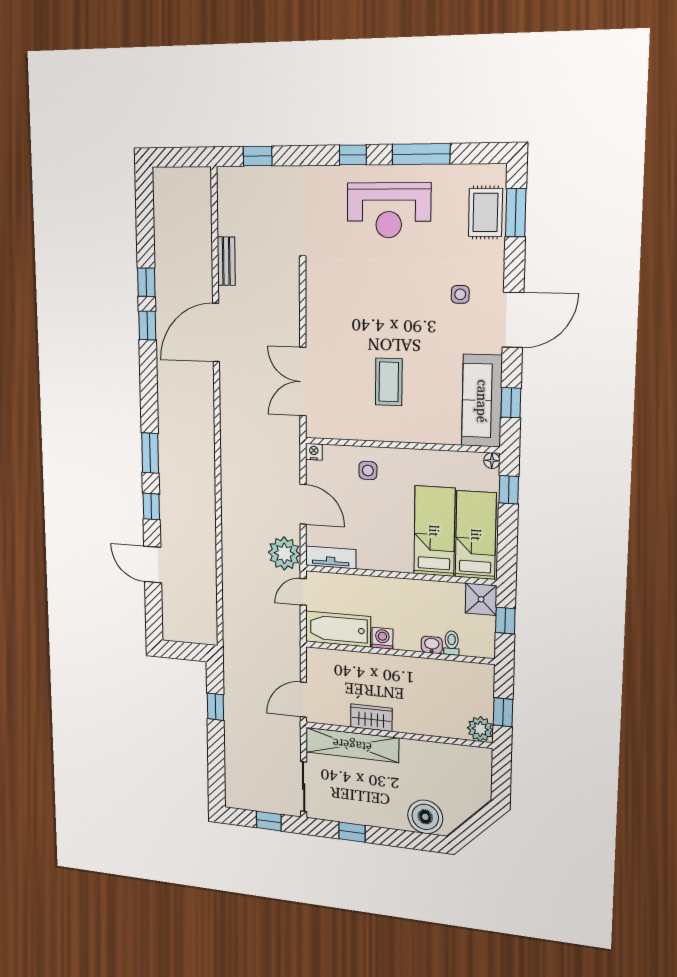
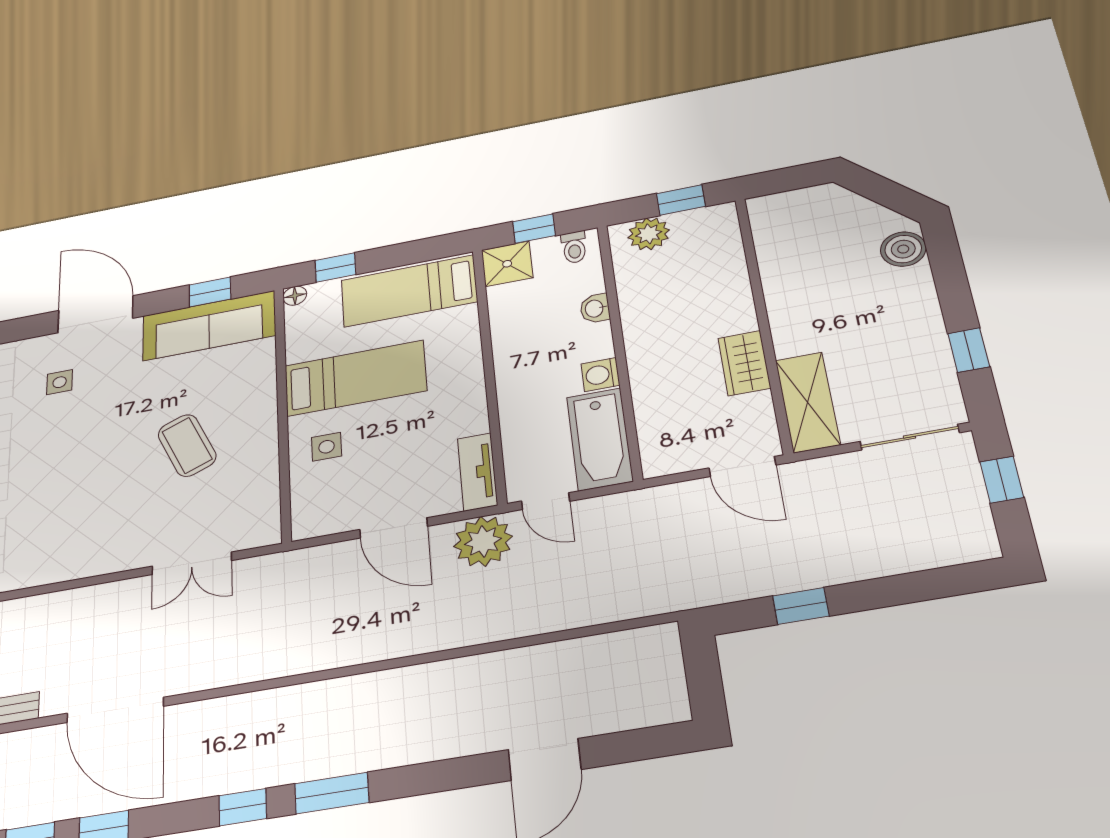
double door: (303, 382) -> (192, 563), width x0.73
coffee table: (389, 382) -> (187, 445), turned 67
nightstand: (314, 452) -> (304, 528), removed
door: (303, 504) -> (393, 528), swing flipped
window: (151, 506) -> (243, 807), moved
bed: (434, 531) -> (355, 378), moved, turned 180
toilet: (452, 643) -> (574, 247), moved, turned -90
plant: (480, 729) -> (649, 234), moved
shelving: (352, 745) -> (808, 402), width x0.68
boiler: (425, 817) -> (903, 249), width x0.73, depth x0.73

